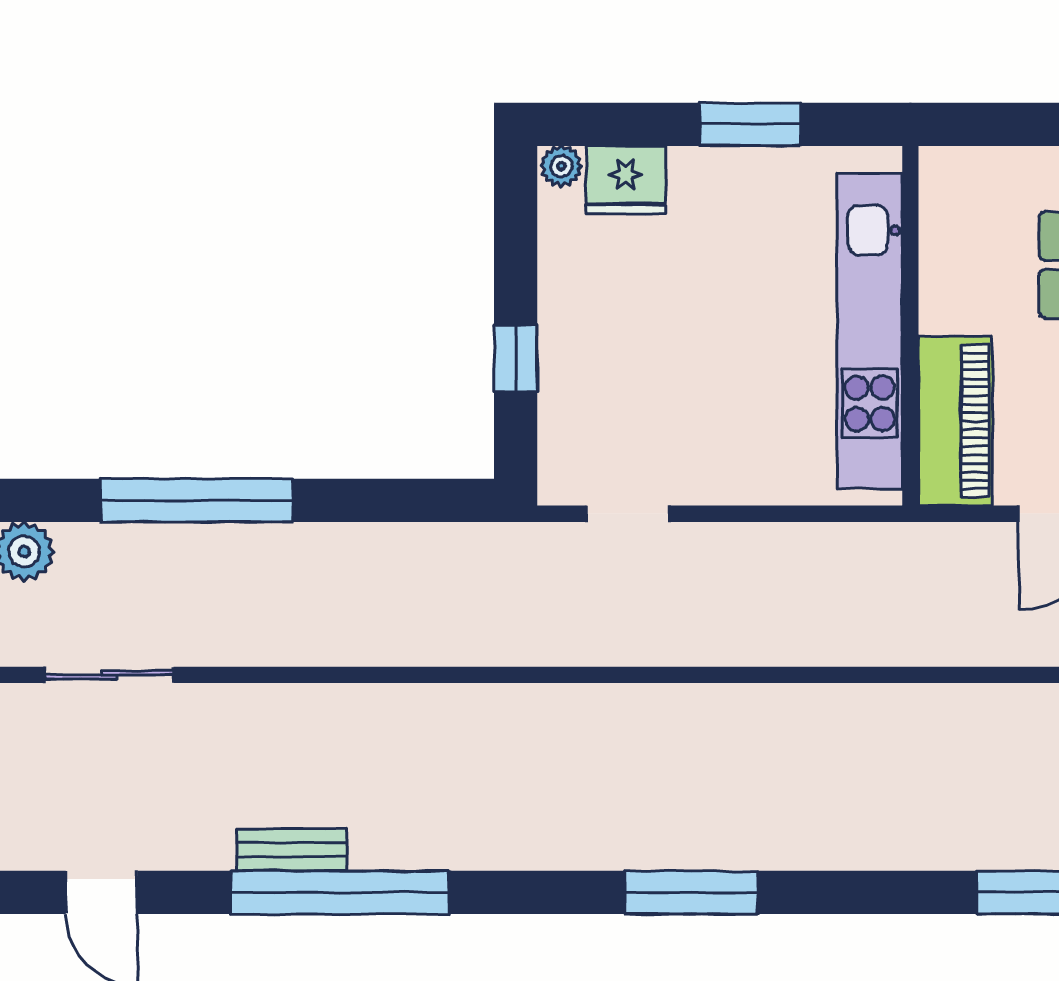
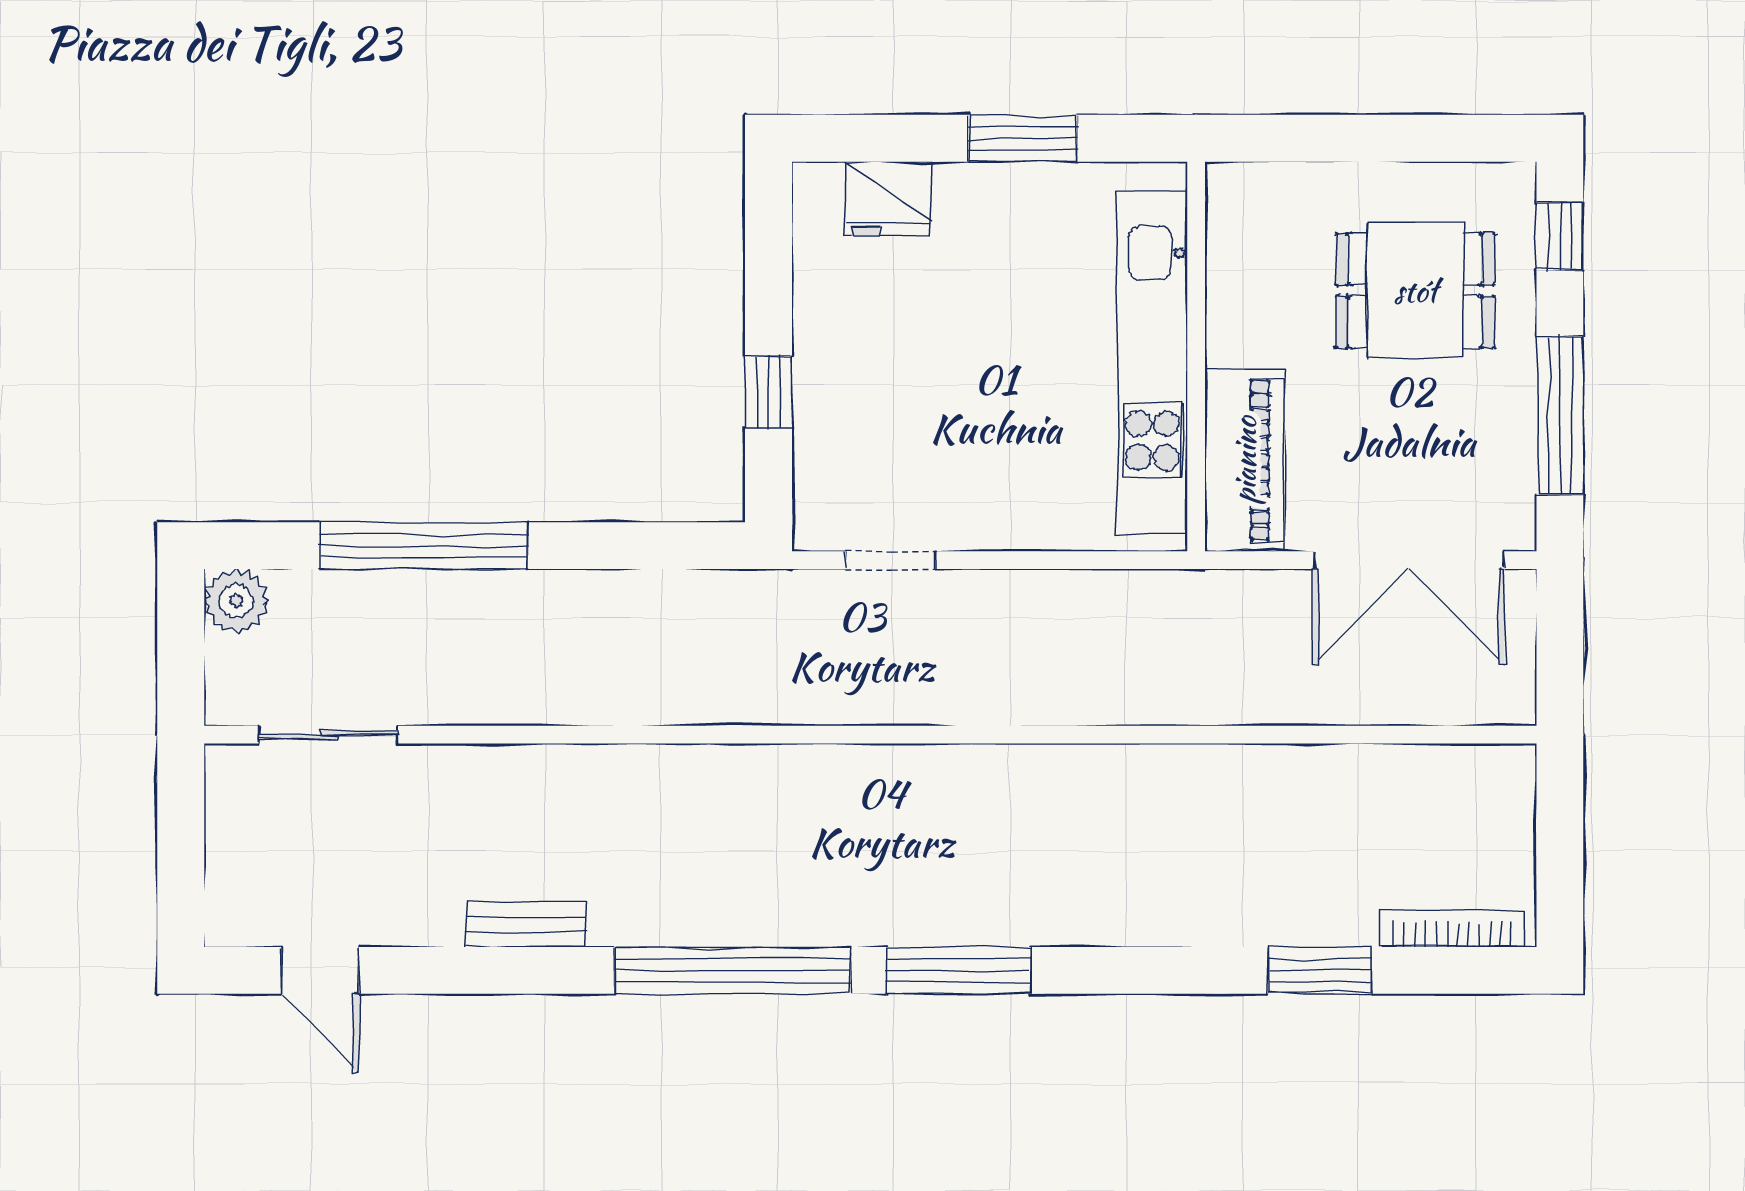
plant: (561, 166) -> (818, 184), removed
window: (340, 892) -> (733, 970), moved

